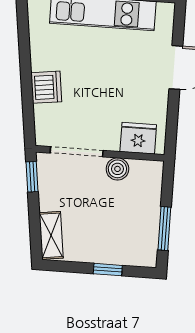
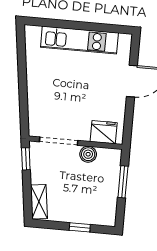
dishwasher: (46, 87) -> (37, 94), removed
window: (164, 228) -> (123, 182), moved

